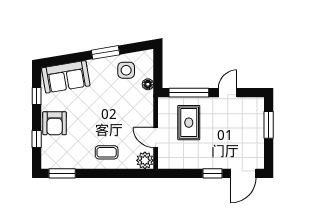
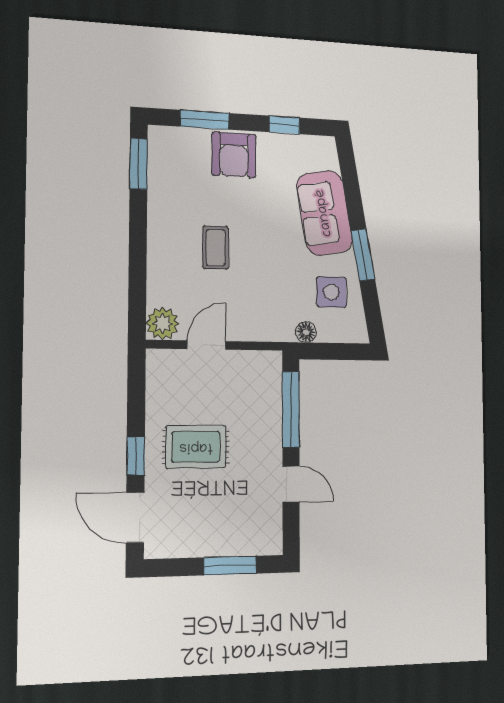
sofa: (66, 77) -> (324, 213), moved
armchair: (55, 123) -> (234, 155), turned -90
rug: (189, 123) -> (196, 447), moved
window: (37, 139) -> (205, 120), width x1.50
coffee table: (107, 152) -> (216, 248), moved

